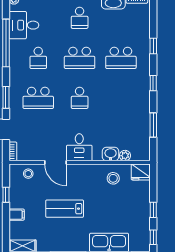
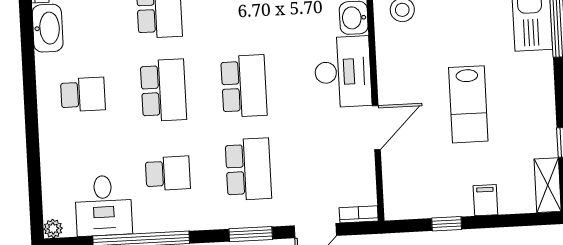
school desk: (80, 98) -> (244, 86), width x1.85
desk: (79, 147) -> (343, 72), width x1.37
stool: (28, 174) -> (402, 181), removed

